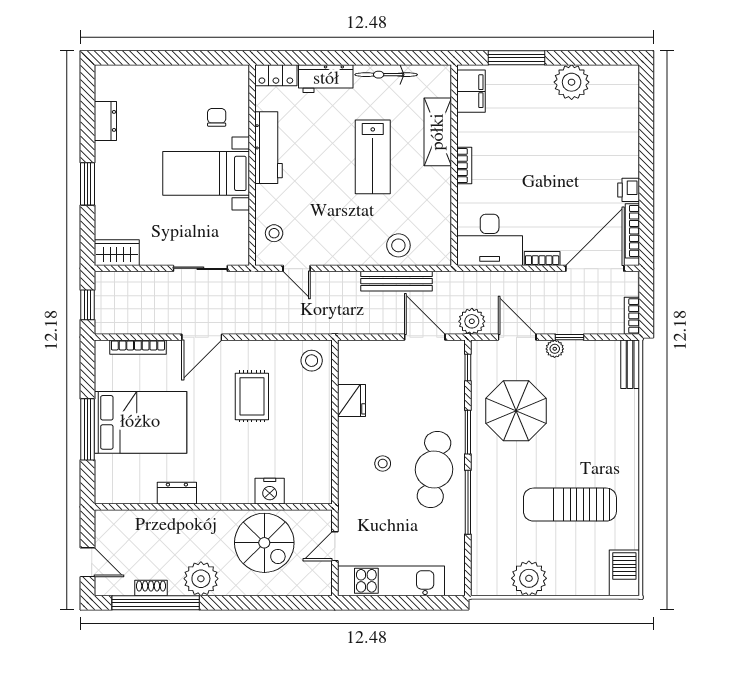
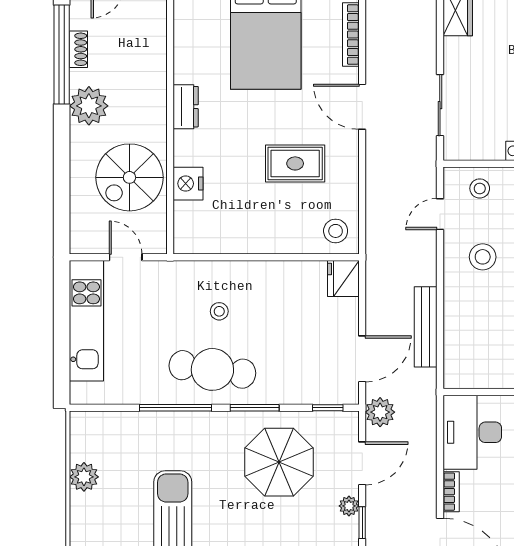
stool: (398, 245) -> (483, 257), moved
fridge: (351, 400) -> (343, 279), moved, turned 90
dresser: (177, 493) -> (186, 107), moved
plant: (529, 578) -> (84, 477), width x0.73, depth x0.73

